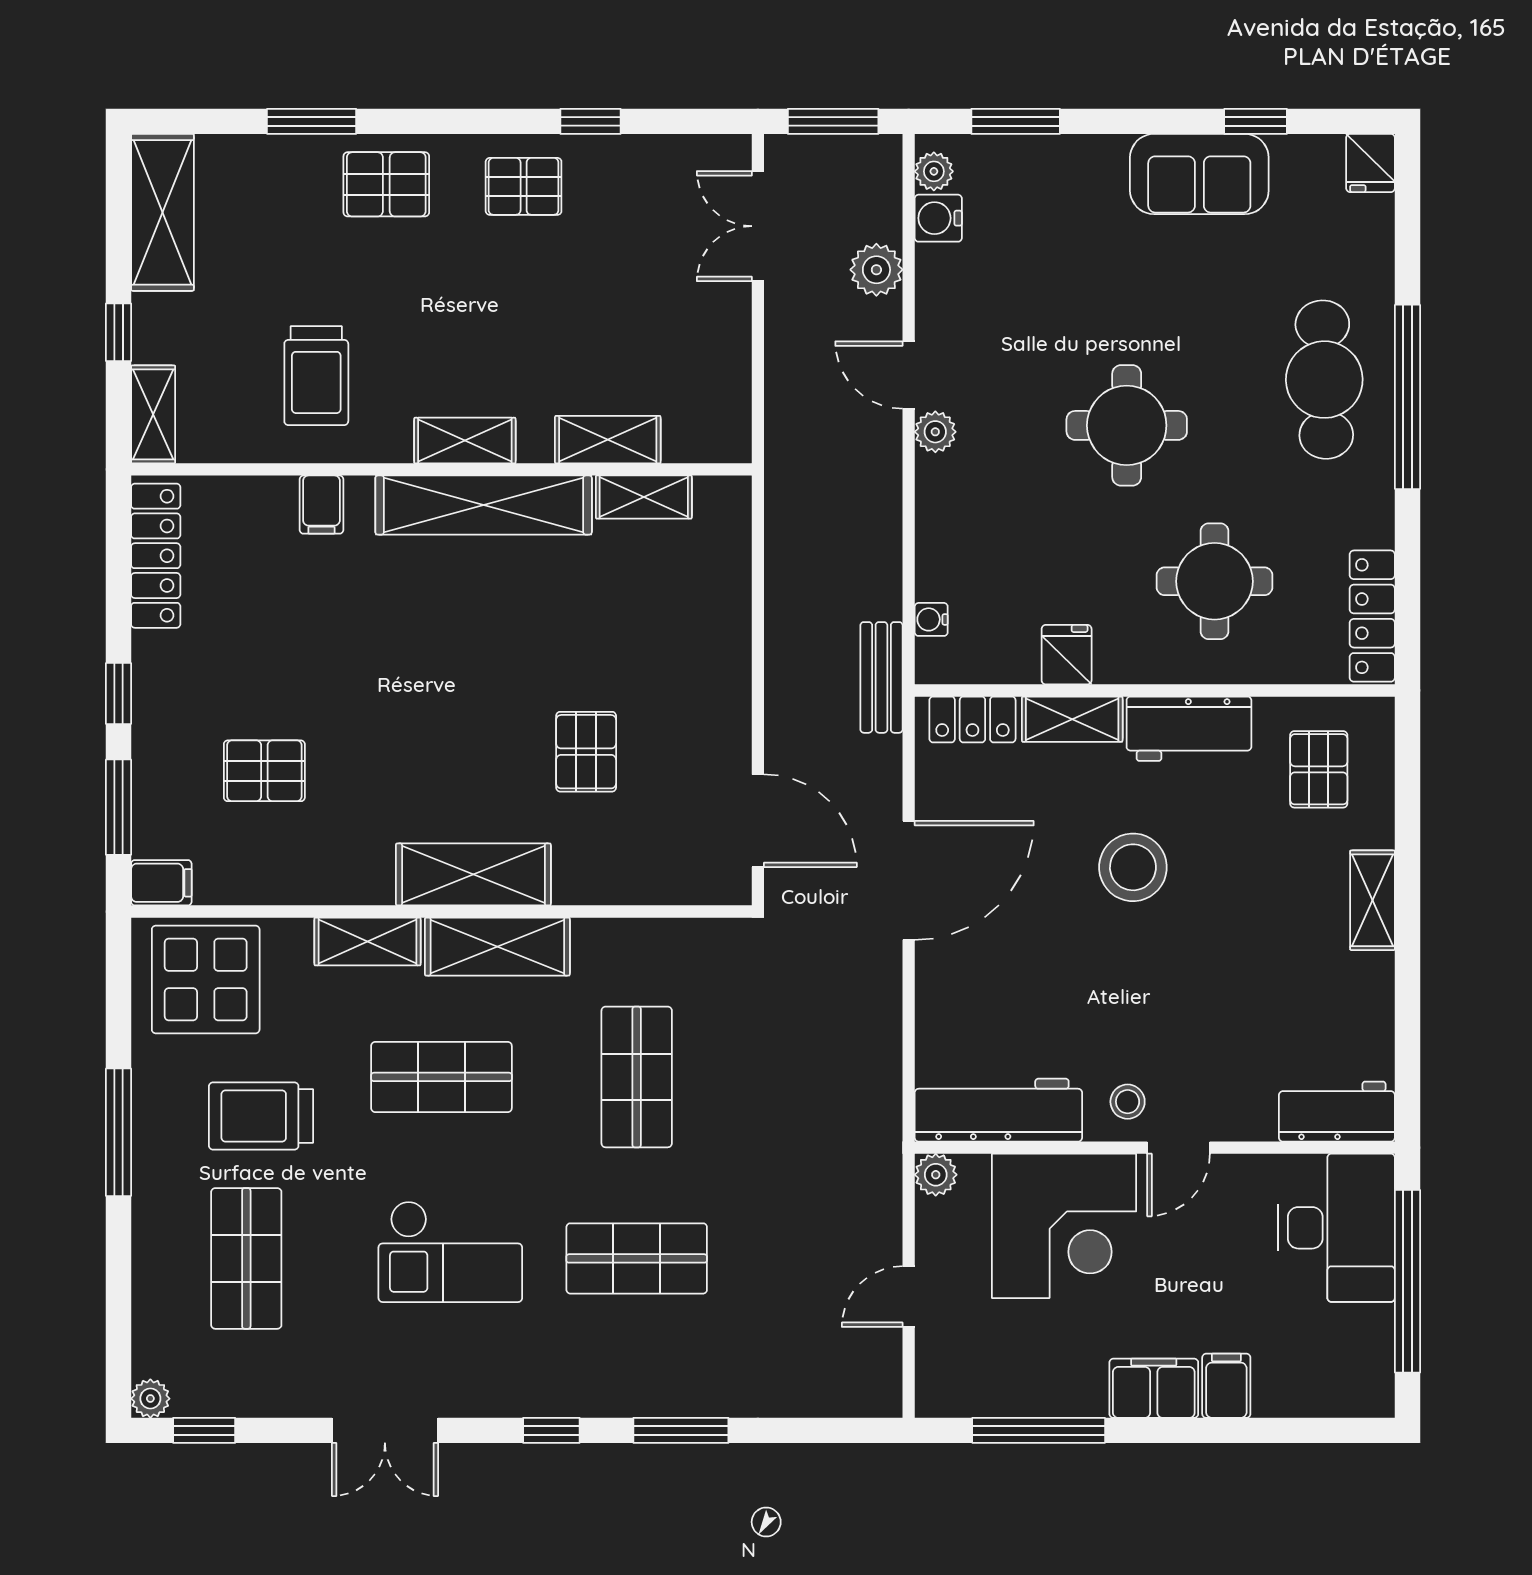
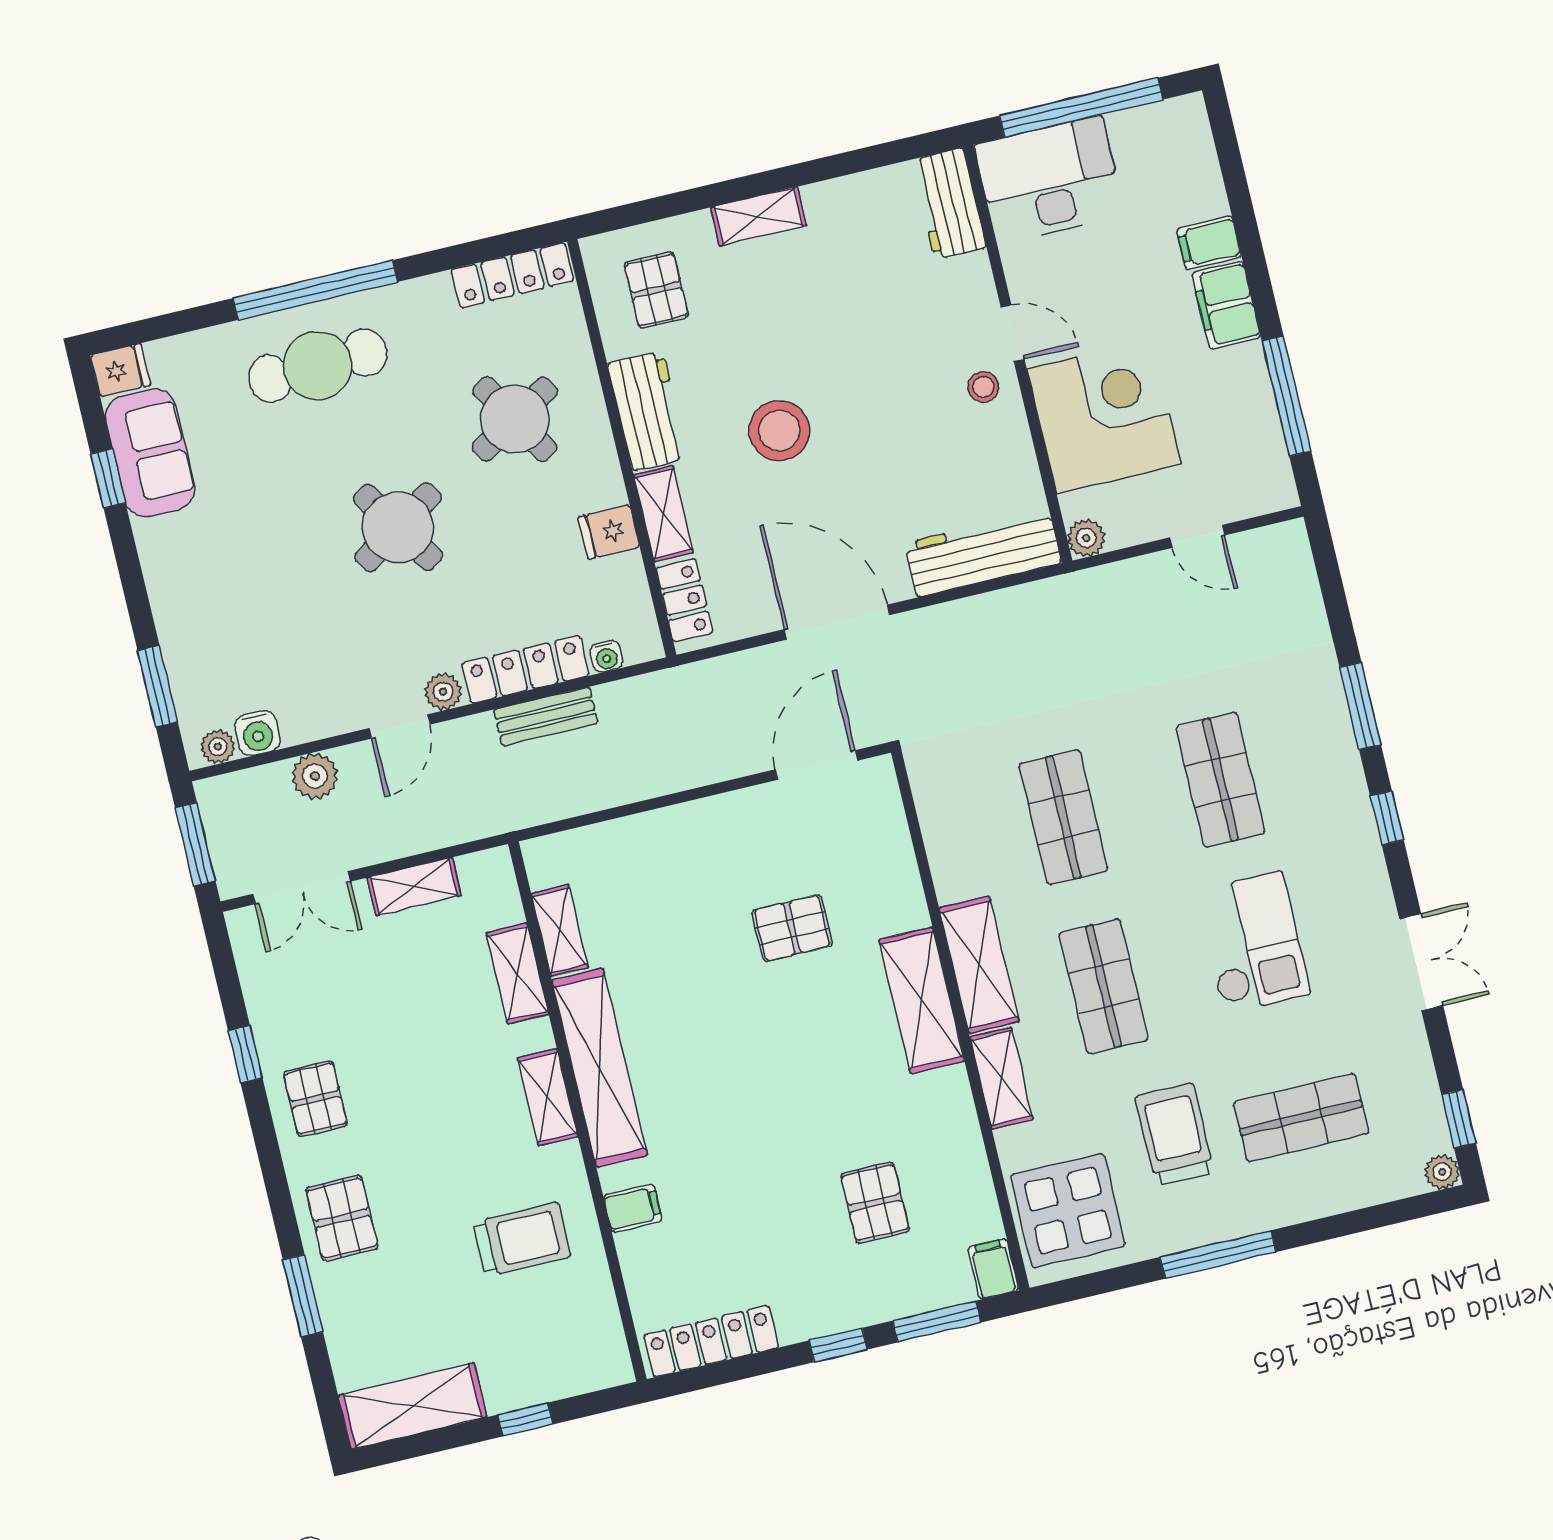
sofa: (1199, 174) -> (150, 453), moved
shelving: (153, 414) -> (414, 887), moved
round table: (1127, 425) -> (398, 527), turned -33
locker: (938, 528) -> (525, 669), added
round table: (1215, 581) -> (515, 419), turned -31
bench: (881, 677) -> (546, 716), moved
pallet: (1319, 769) -> (656, 290), turned 90
shop shelf: (637, 1077) -> (1063, 817), turned 90
workbench: (998, 1110) -> (983, 553), moved, turned 90
trolley: (261, 1116) -> (1175, 1134), turned 180

